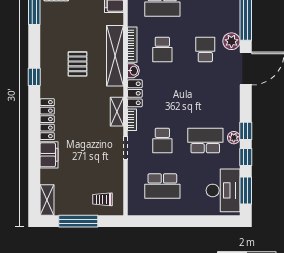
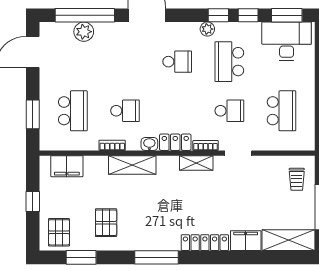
plant: (231, 41) -> (84, 32), moved
bookcase: (132, 45) -> (112, 145), width x0.64
school desk: (205, 49) -> (177, 62), moved, turned 180
shelving: (115, 56) -> (132, 165), width x0.68
pallet: (77, 64) -> (106, 223), moved, turned 90
window: (34, 77) -> (157, 257), width x2.17
plant: (234, 138) -> (207, 29), moved
shelving: (47, 200) -> (289, 240), width x1.50, depth x1.33

